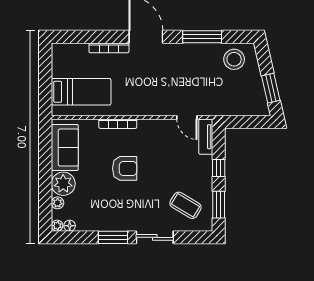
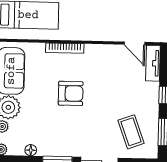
coffee table: (185, 205) -> (131, 132), turned 39
floor lamp: (70, 226) -> (31, 150), moved

